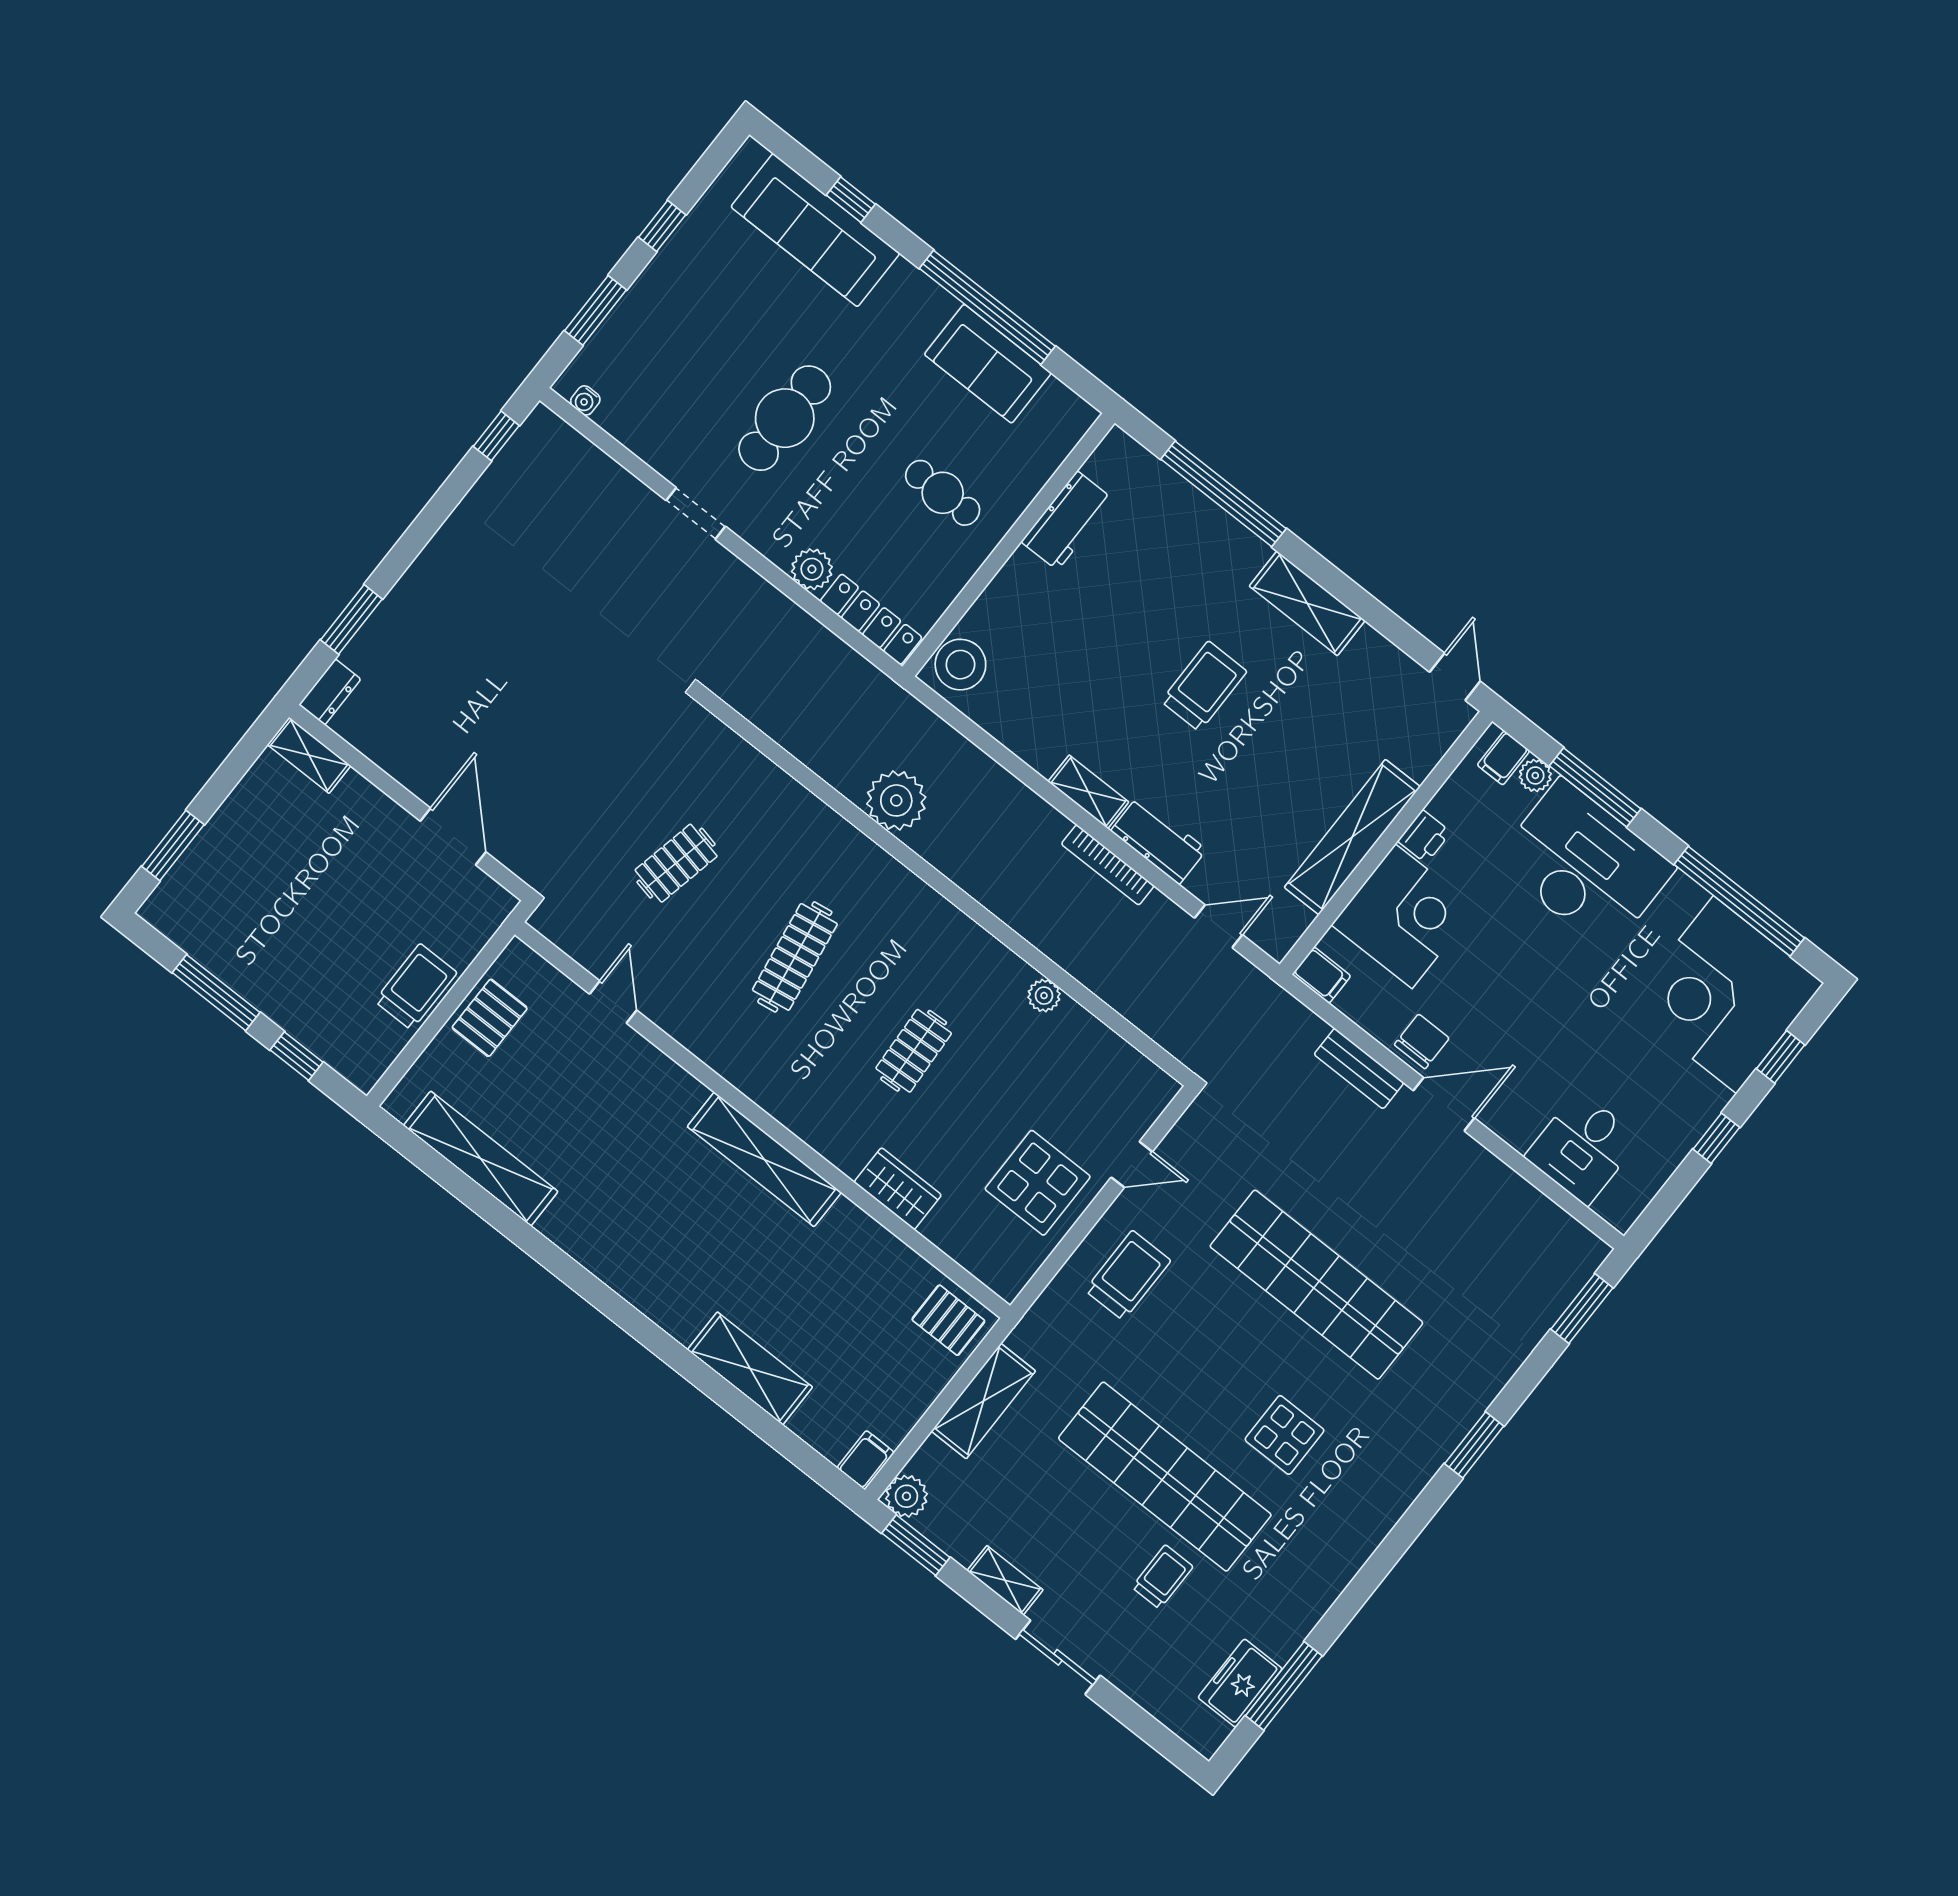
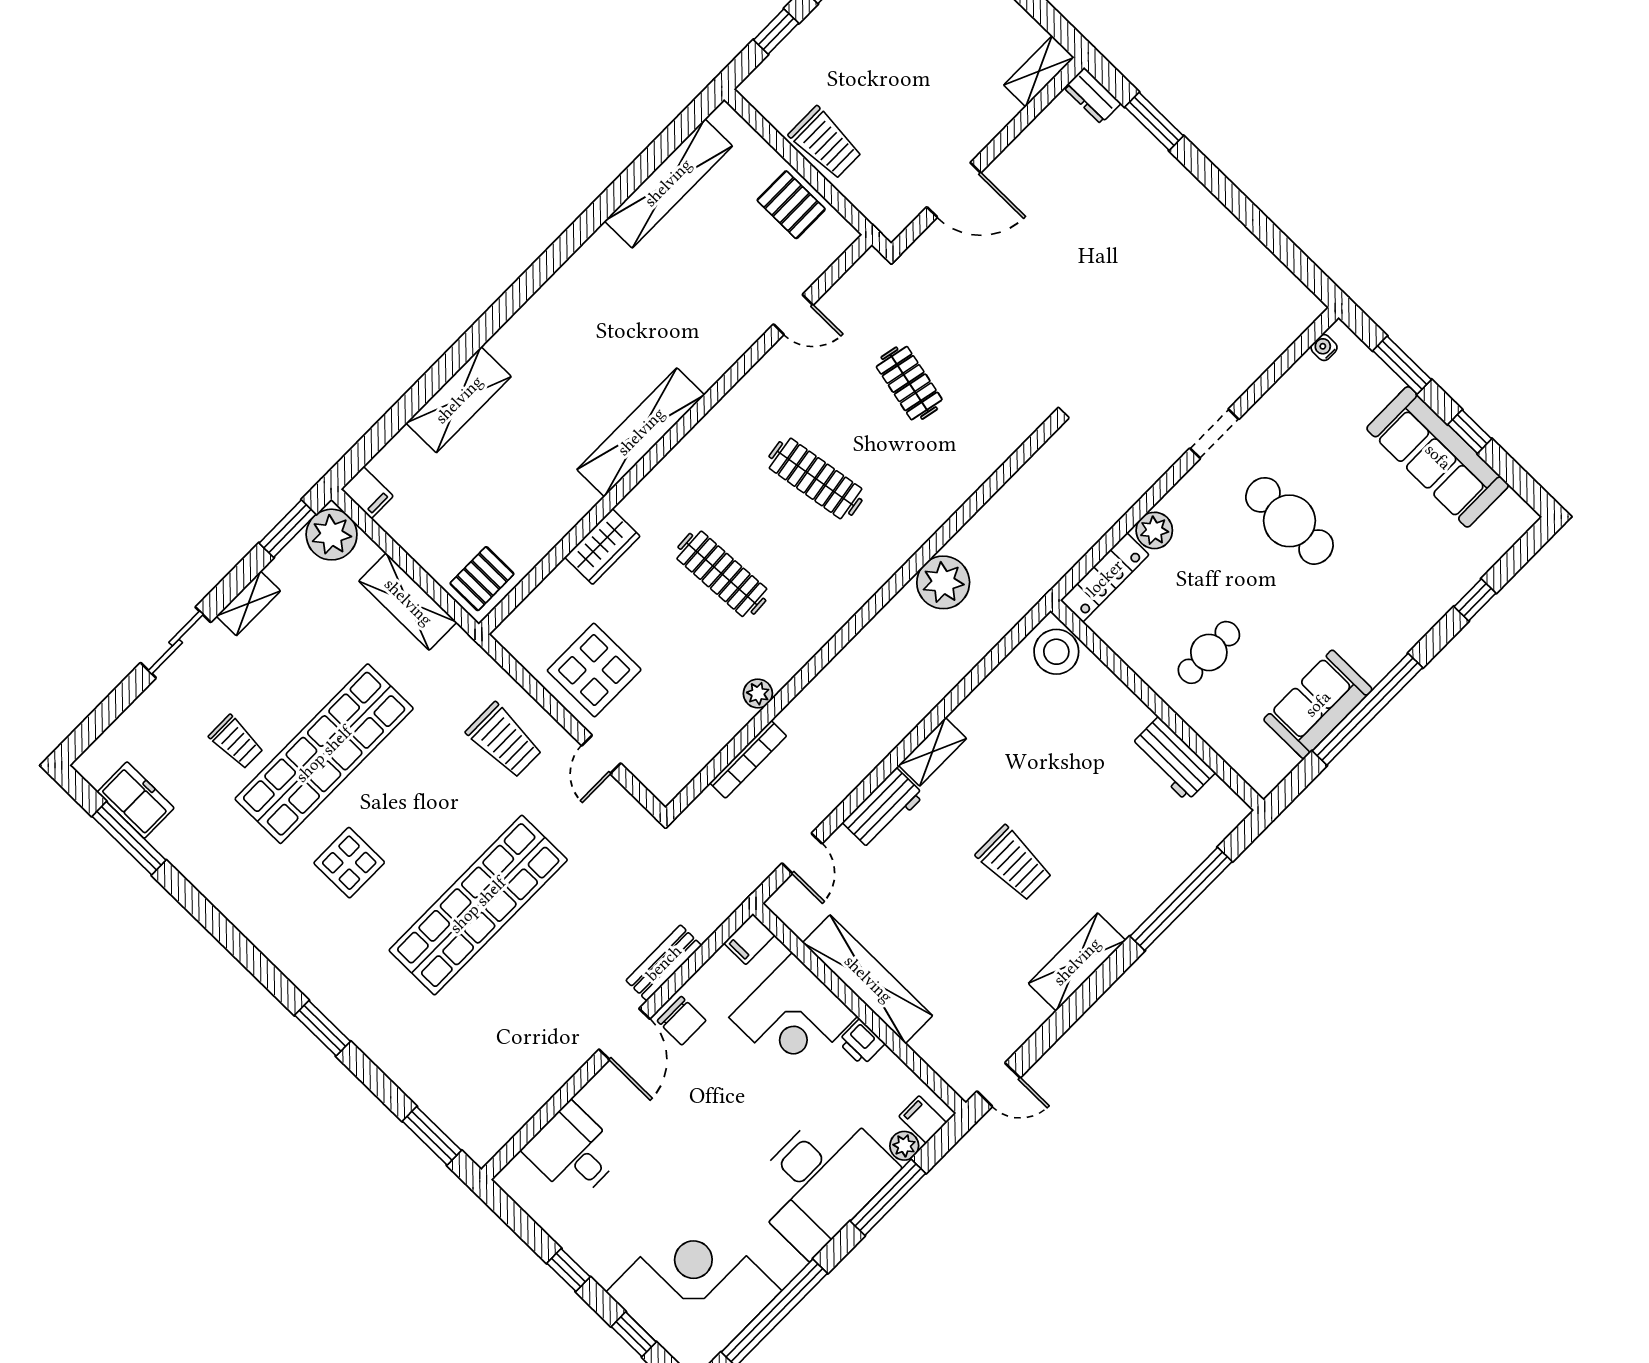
sofa: (815, 230) -> (1438, 457), moved, turned -90
window: (496, 436) -> (1301, 266), removed
bookcase: (1108, 865) -> (748, 759), moved, turned 180
clothes rail: (914, 1051) -> (722, 574), width x1.36
plant: (906, 1496) -> (332, 535), width x1.36, depth x1.36

